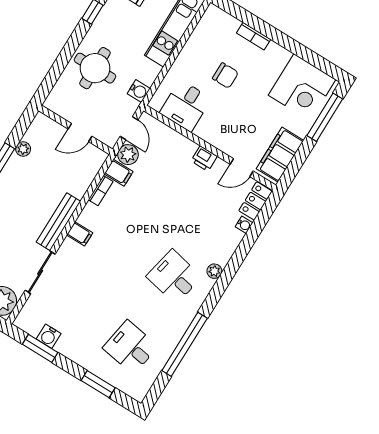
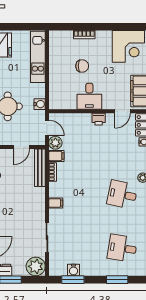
desk: (185, 106) -> (89, 96), moved
bench: (58, 222) -> (40, 168), moved

